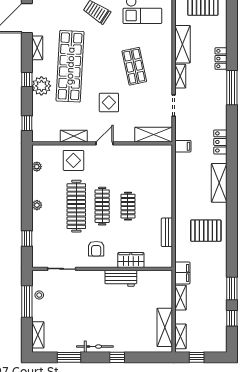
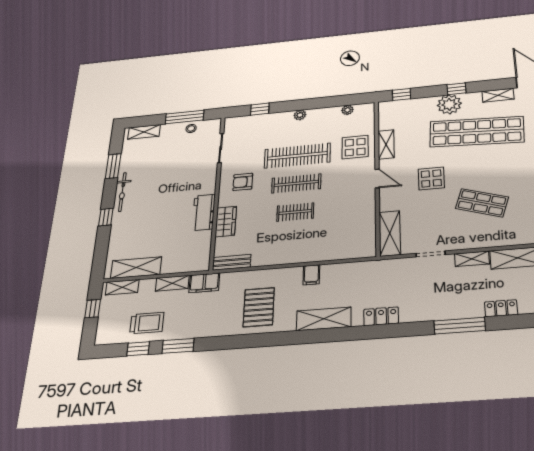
shop shelf: (134, 66) -> (482, 203), turned 30
filing cabinet: (183, 146) -> (311, 275), moved
bench: (167, 232) -> (232, 262), moved
trolley: (212, 314) -> (147, 323), added

